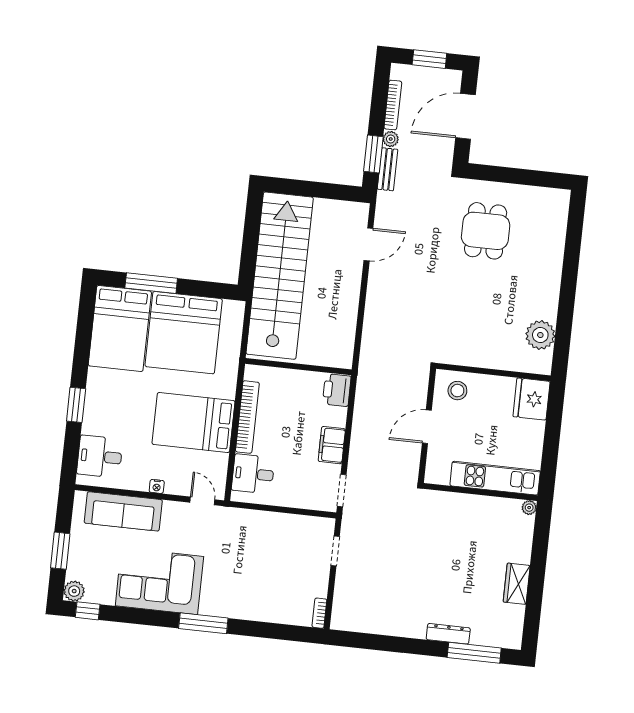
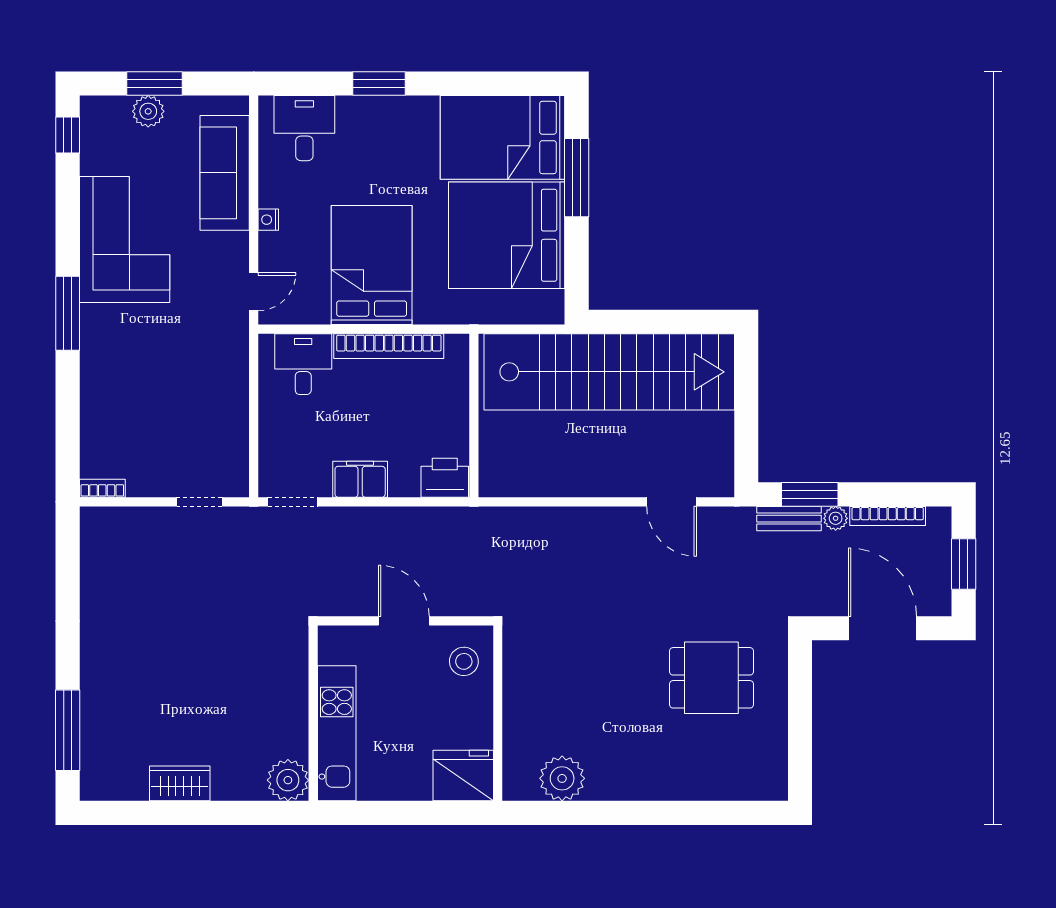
plant: (529, 508) -> (288, 780), width x1.87, depth x1.87
plant: (74, 591) -> (148, 111), moved
dresser: (448, 634) -> (92, 688), removed

